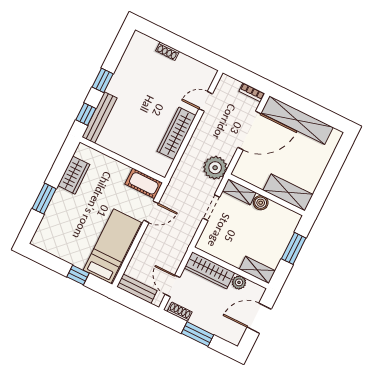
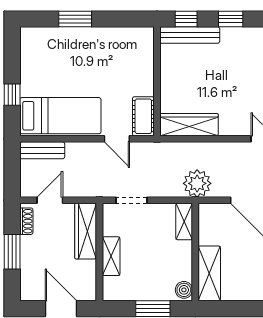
wardrobe: (176, 133) -> (189, 125), moved
wardrobe: (74, 175) -> (115, 38), removed
boiler: (261, 203) -> (184, 290), moved
doorway: (211, 208) -> (131, 200), moved
shelving: (257, 270) -> (111, 256), moved
plant: (239, 282) -> (88, 269), removed
bench: (137, 289) -> (42, 150), moved, turned 90

